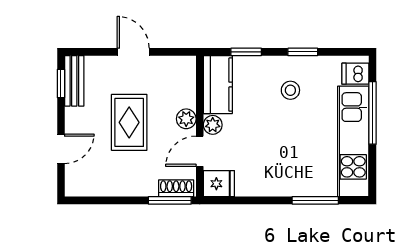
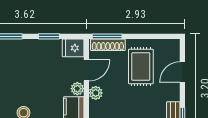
rug: (129, 122) -> (141, 66), moved
shoe rack: (176, 188) -> (108, 45), width x1.43
window: (254, 200) -> (49, 36), added

